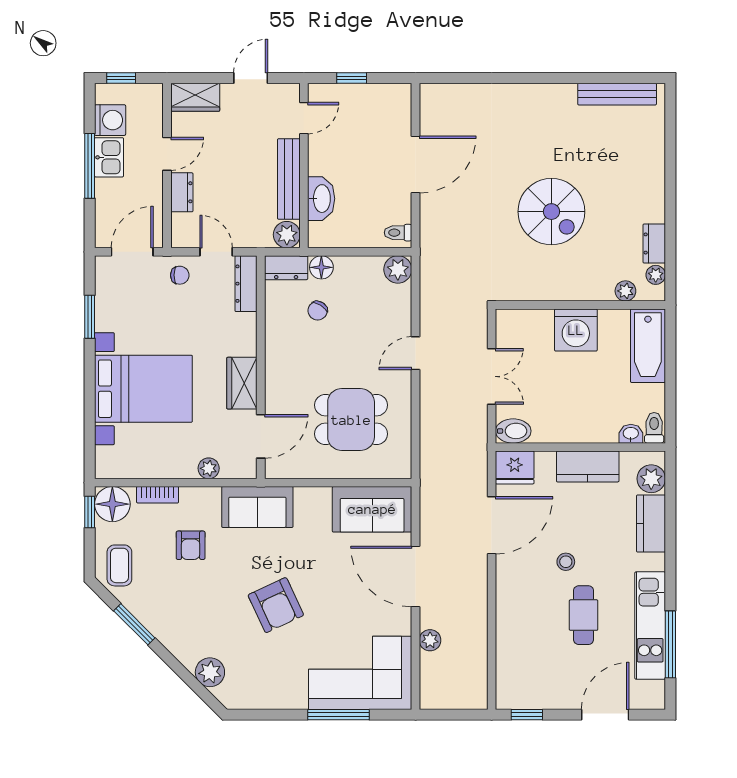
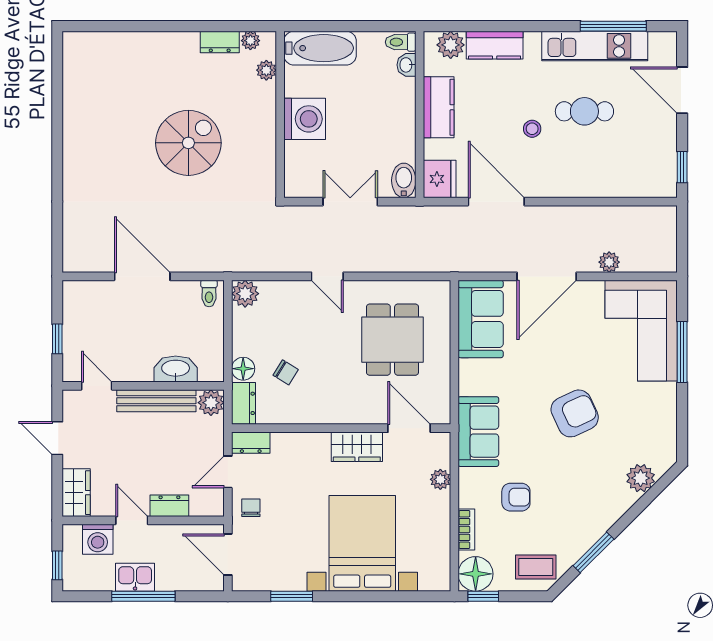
bench: (617, 94) -> (73, 78), removed
washing machine: (110, 120) -> (98, 539), moved, turned 180
dresser: (246, 284) -> (251, 443), width x0.70

